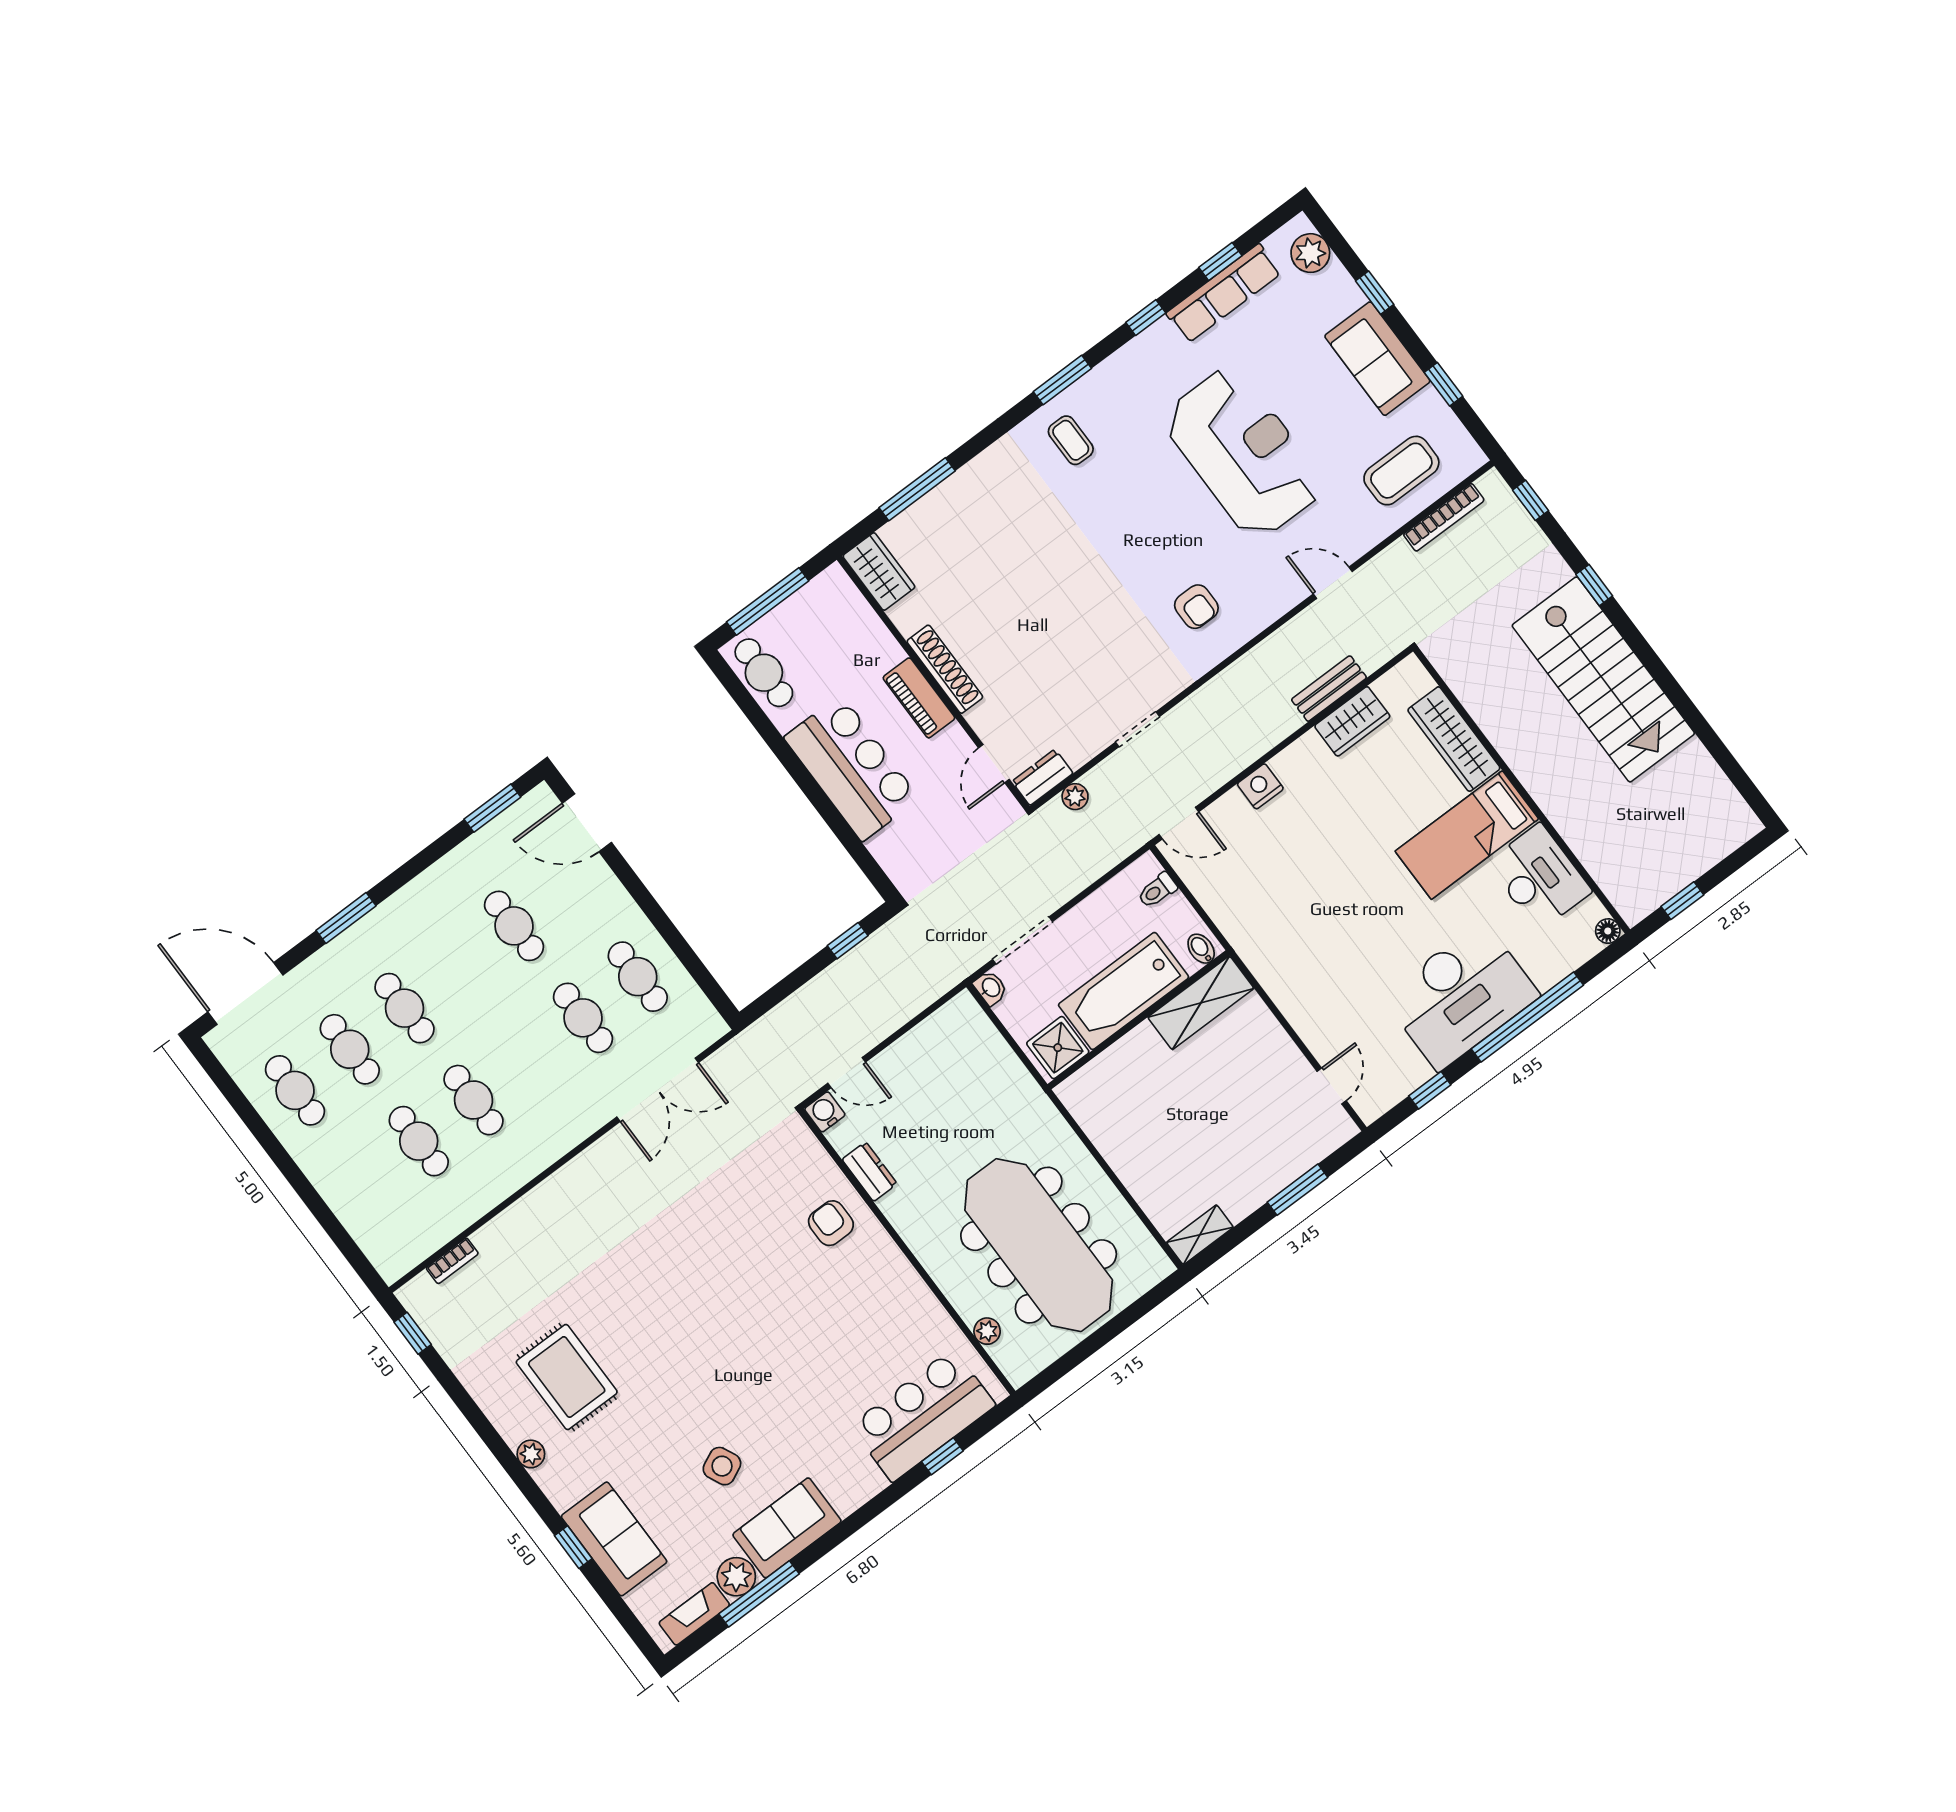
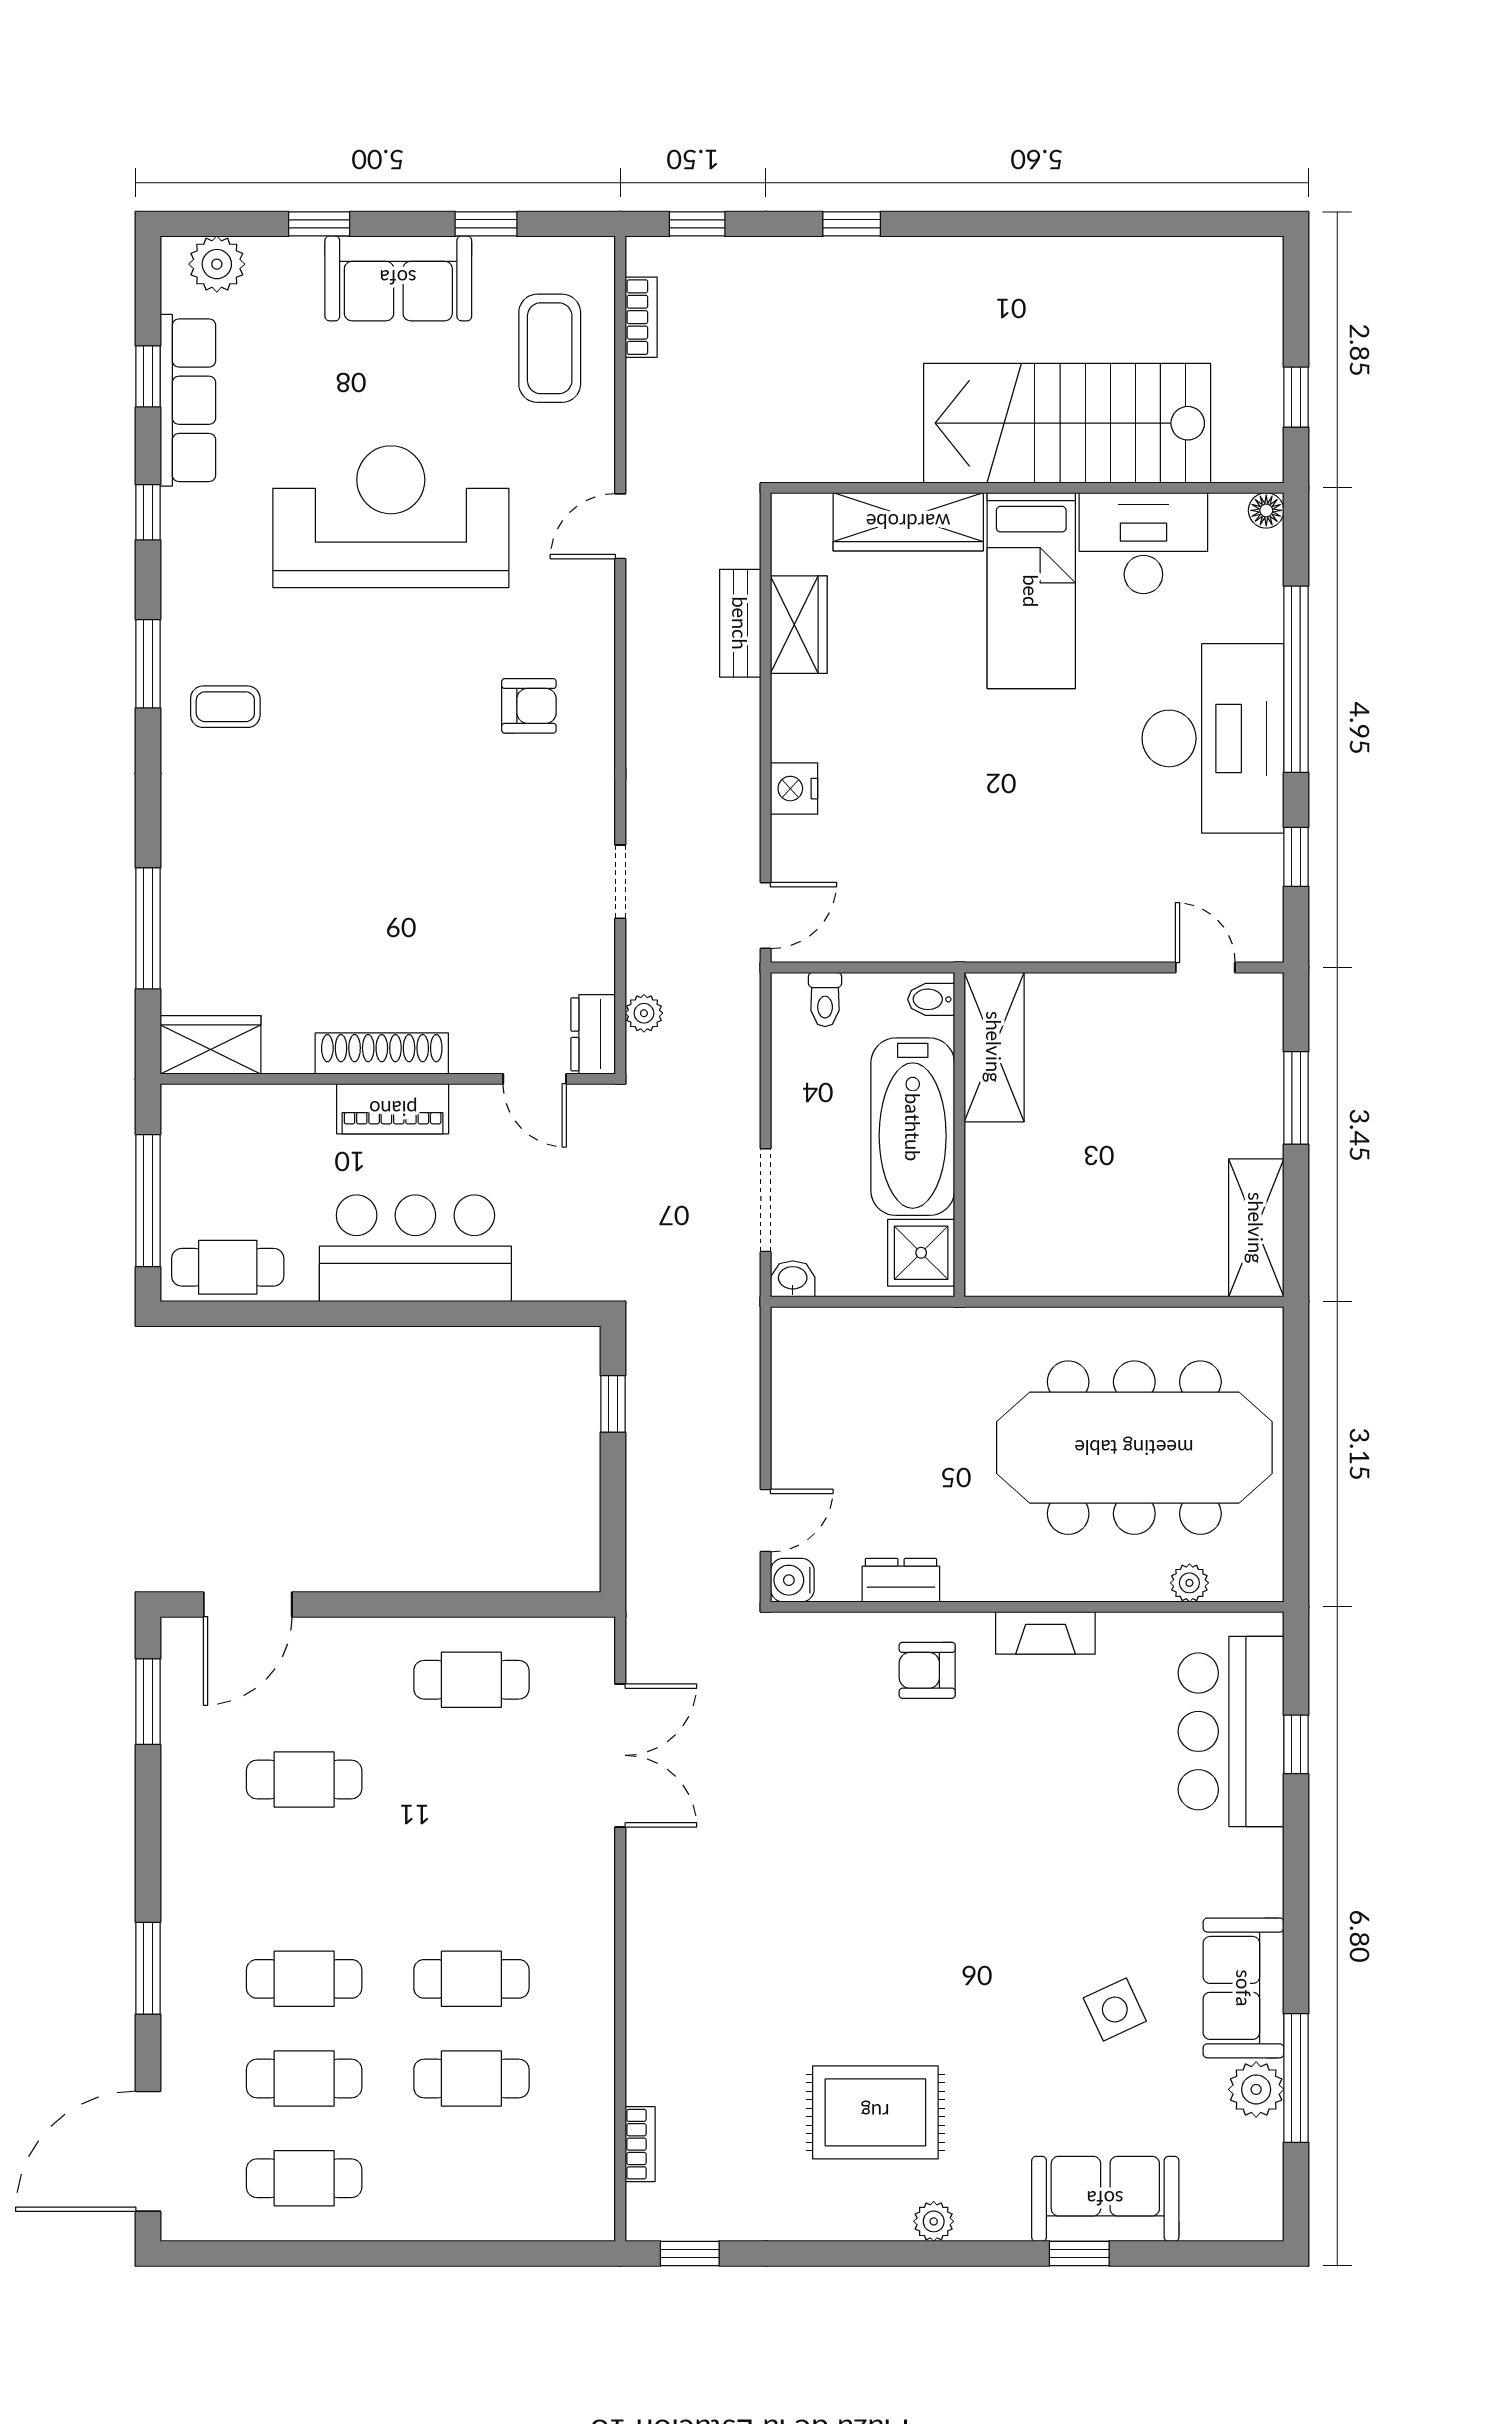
bookcase: (1444, 517) -> (641, 317), width x0.64
stairs: (1603, 679) -> (1067, 423), moved, turned 180
cafe table: (583, 1018) -> (471, 1779), removed
shelving: (1200, 1235) -> (1256, 1228), width x1.50, depth x1.33
fireplace: (694, 1614) -> (1045, 1633), moved, turned -90

